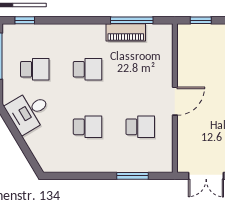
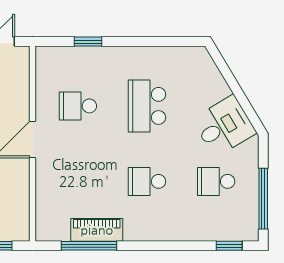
school desk: (87, 127) -> (147, 106), width x1.85
window: (133, 176) -> (88, 42), width x0.67

